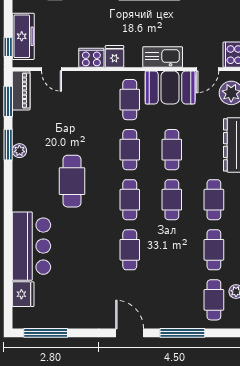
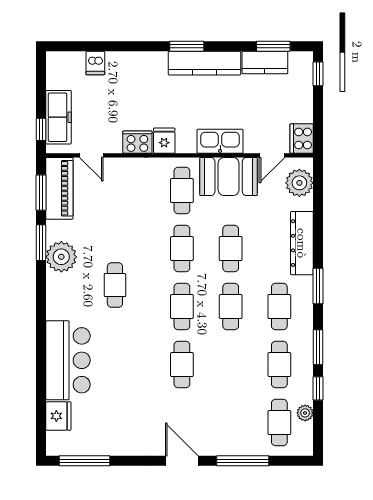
piano: (21, 90) -> (59, 188), width x1.37, depth x1.33
plant: (19, 151) -> (61, 257), width x1.88, depth x1.88
cafe table: (72, 181) -> (115, 285), width x0.73, depth x0.74

